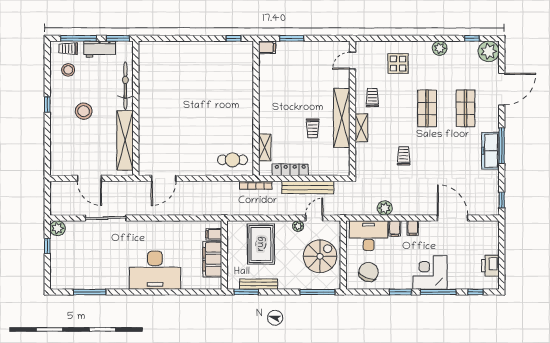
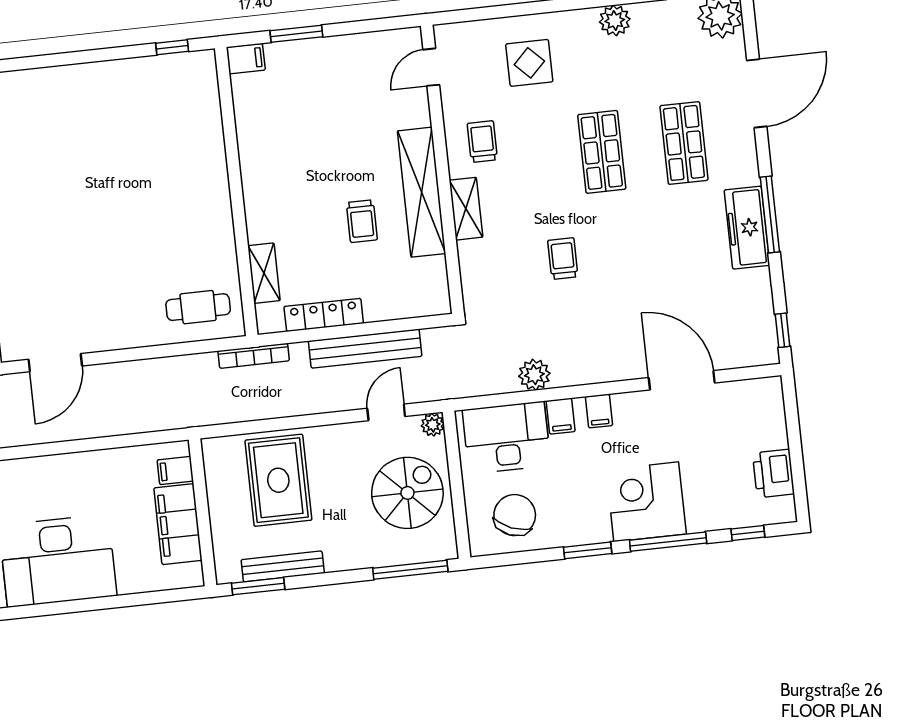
plant: (298, 226) -> (433, 425), moved

